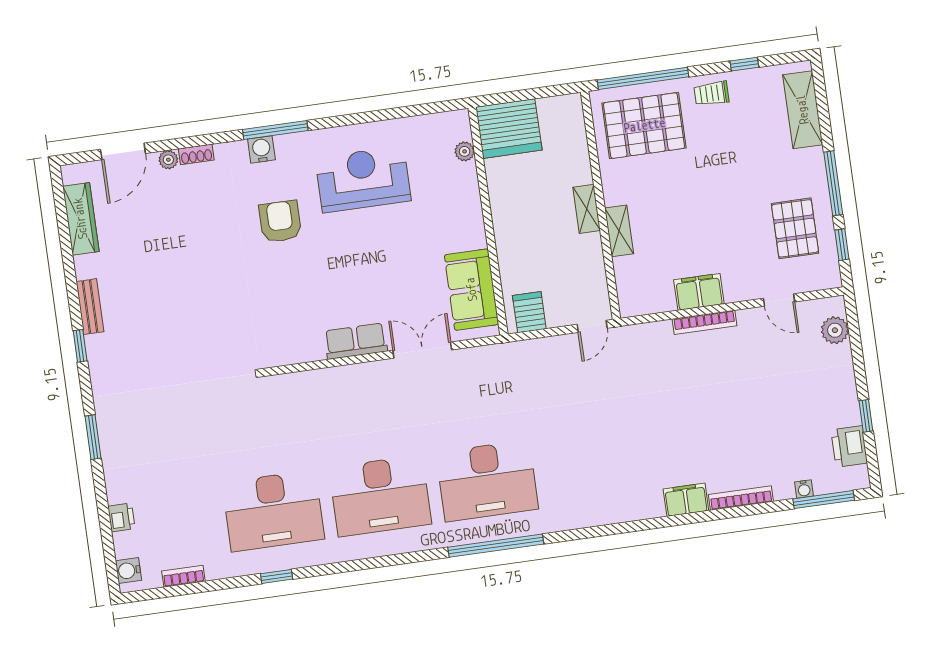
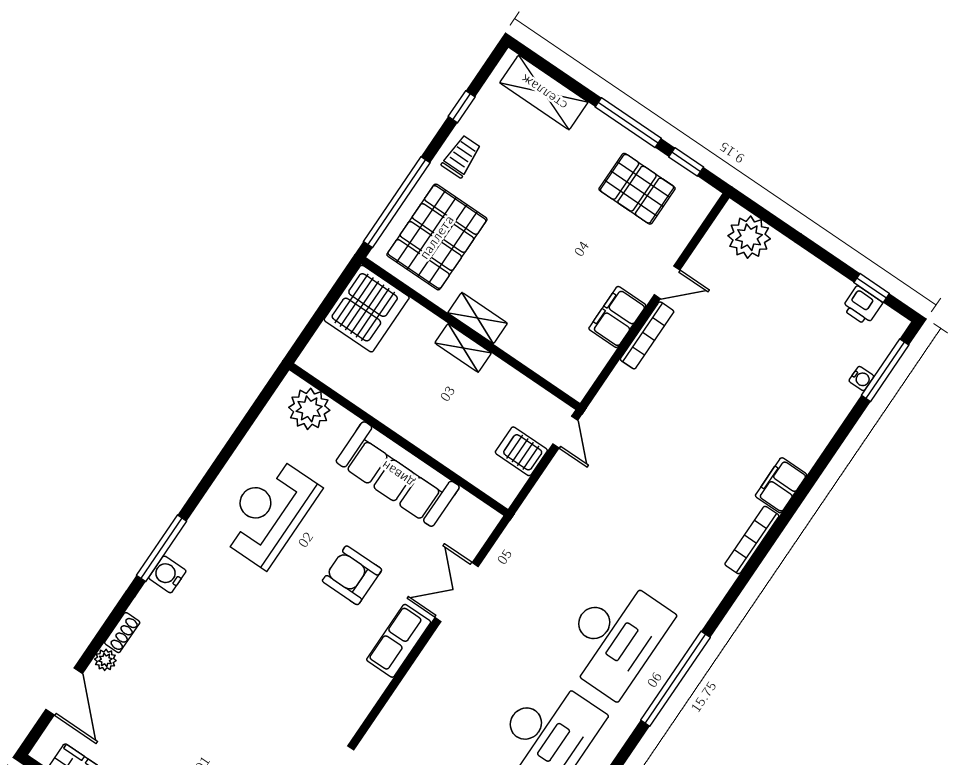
trolley: (711, 94) -> (461, 156), turned 180
server rack: (509, 129) -> (367, 309), moved
plant: (465, 151) -> (309, 409), width x1.87, depth x1.87
armchair: (280, 221) -> (352, 575), moved
shelving: (619, 231) -> (478, 318), moved
sofa: (472, 290) -> (398, 474), moved, width x1.36
door: (779, 300) -> (667, 282), moved
server rack: (529, 312) -> (521, 451), moved
plant: (835, 330) -> (749, 237), width x1.36, depth x1.36
window: (866, 416) -> (872, 288), moved
printer: (849, 446) -> (862, 306), width x0.73, depth x0.81
bookcase: (741, 498) -> (752, 540), moved

